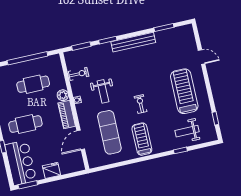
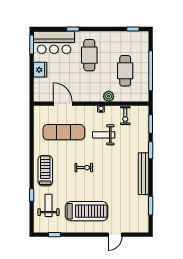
piano: (67, 115) -> (89, 96), removed
treadmill: (142, 139) -> (45, 171), moved, turned -90

